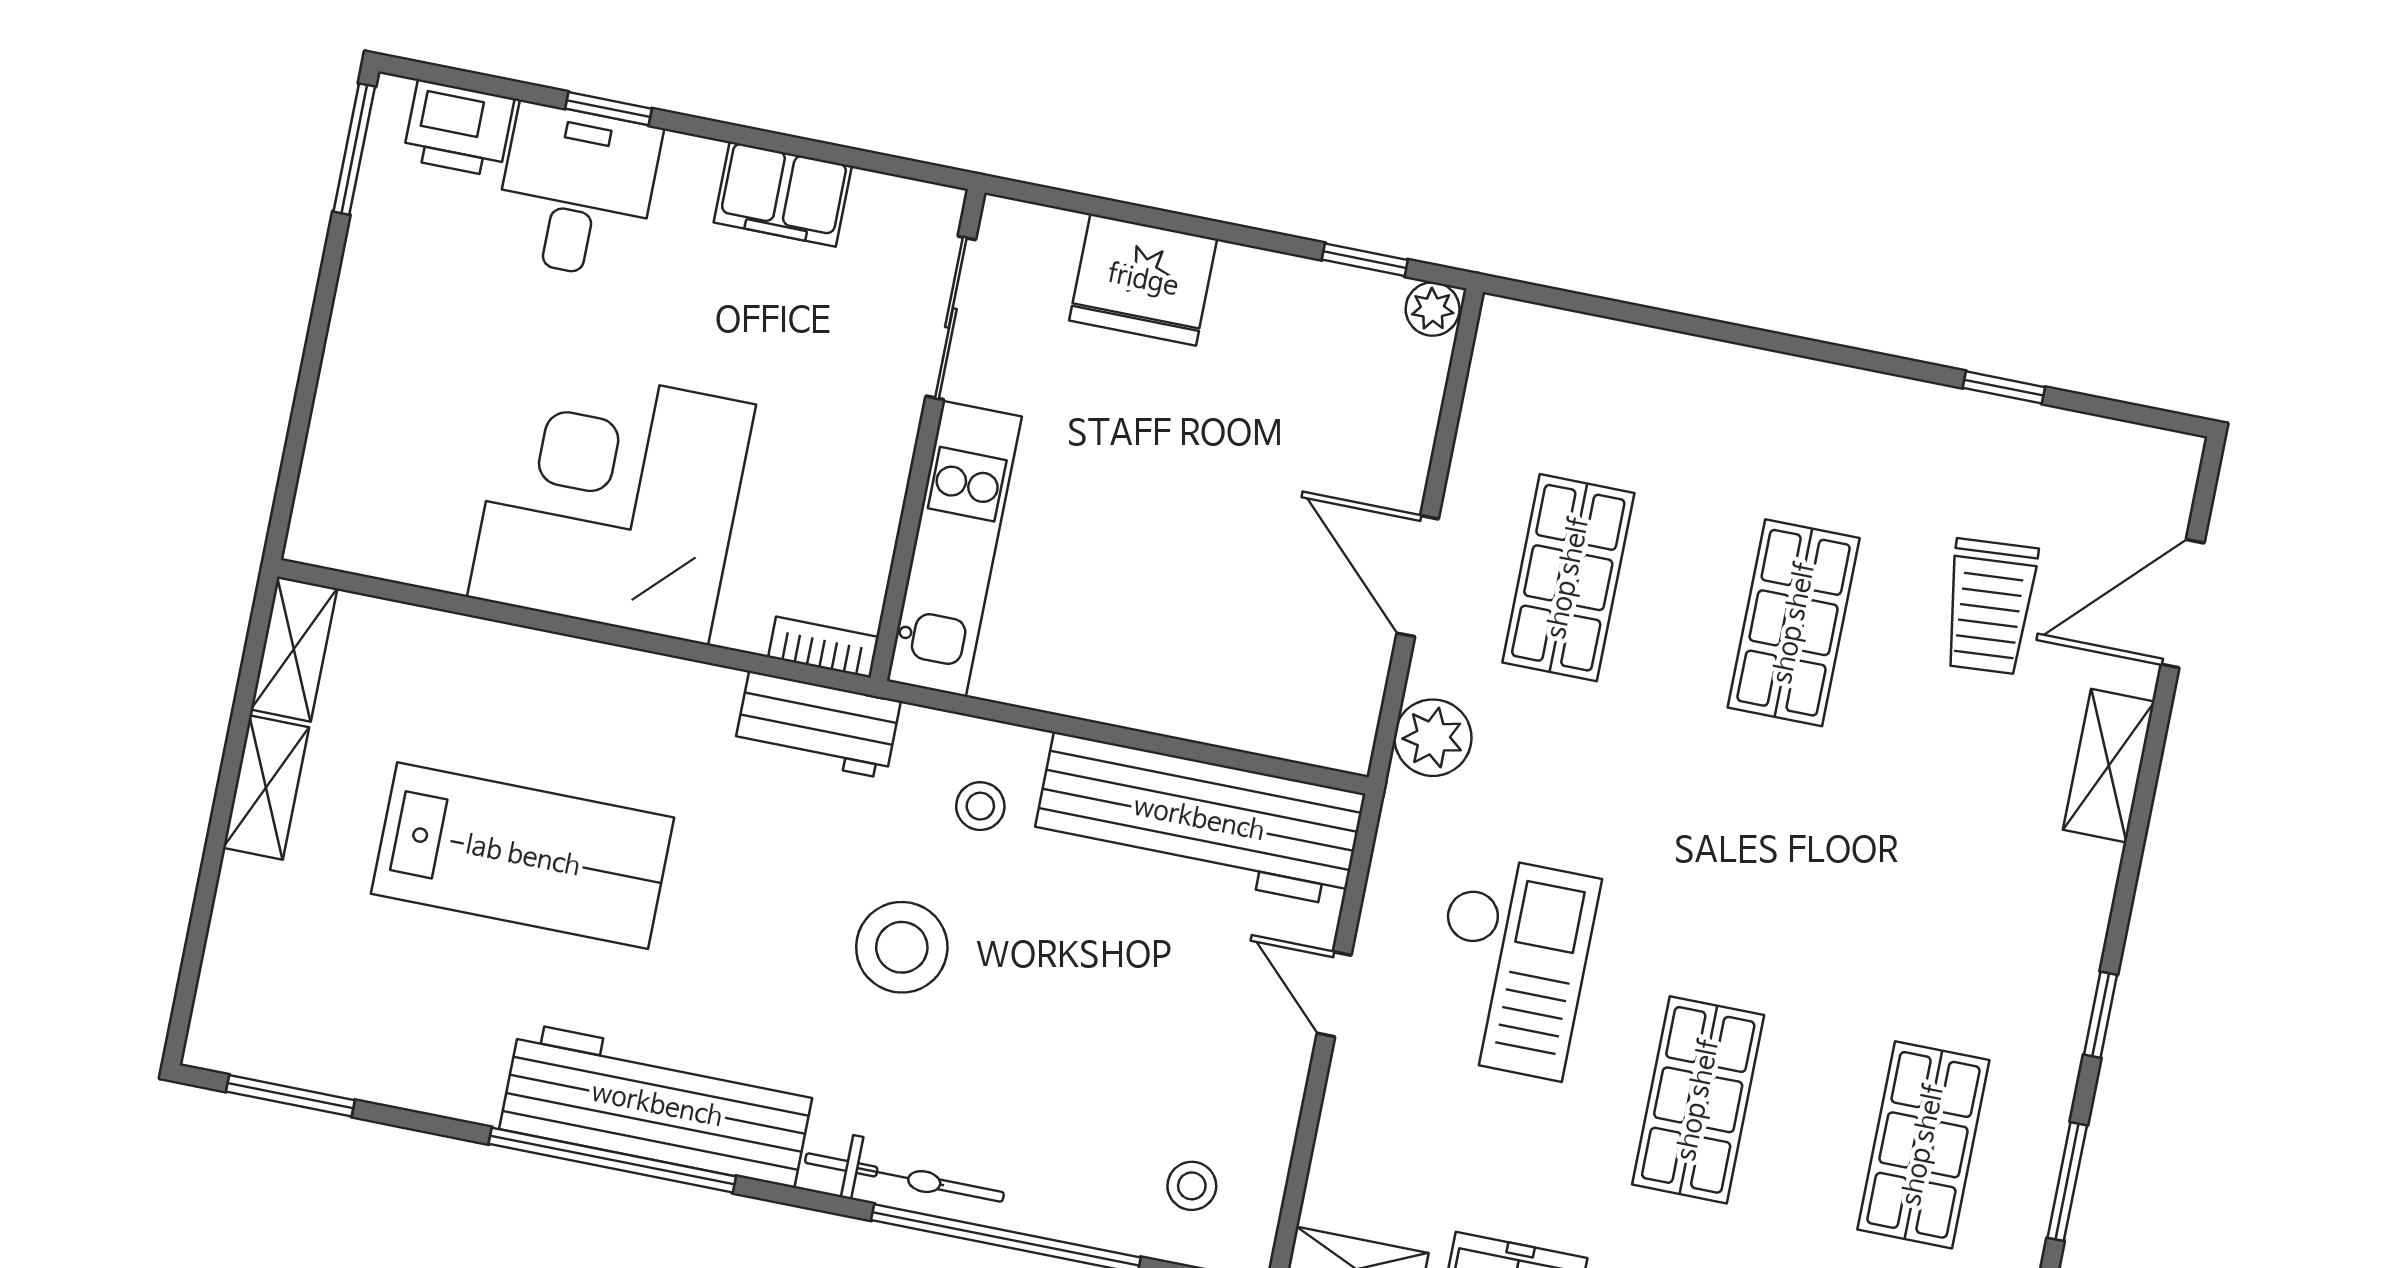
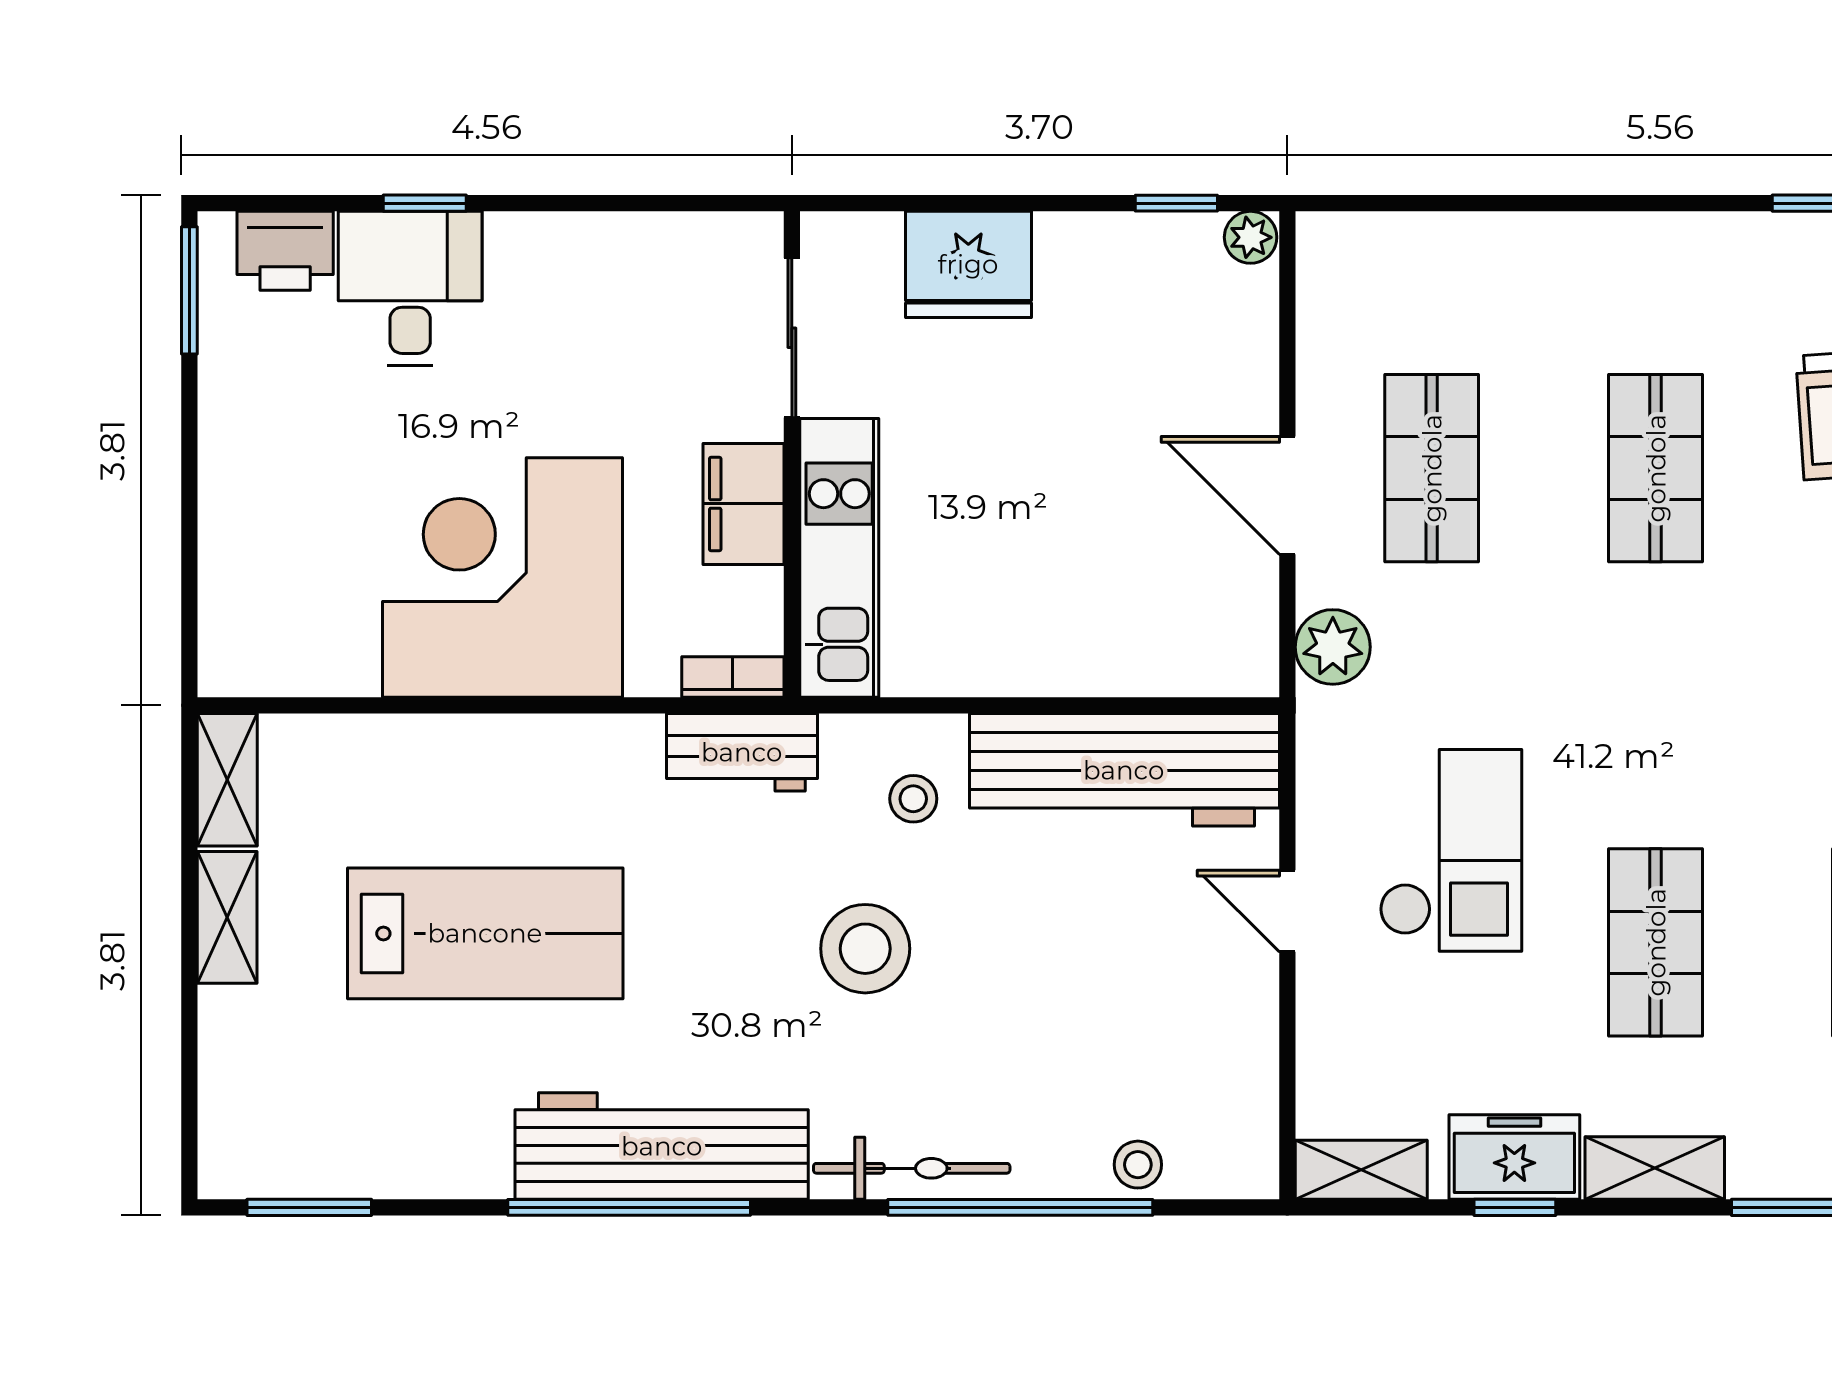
filing cabinet: (783, 194) -> (743, 504), moved, turned 90
stool: (1192, 1186) -> (1138, 1165), moved

